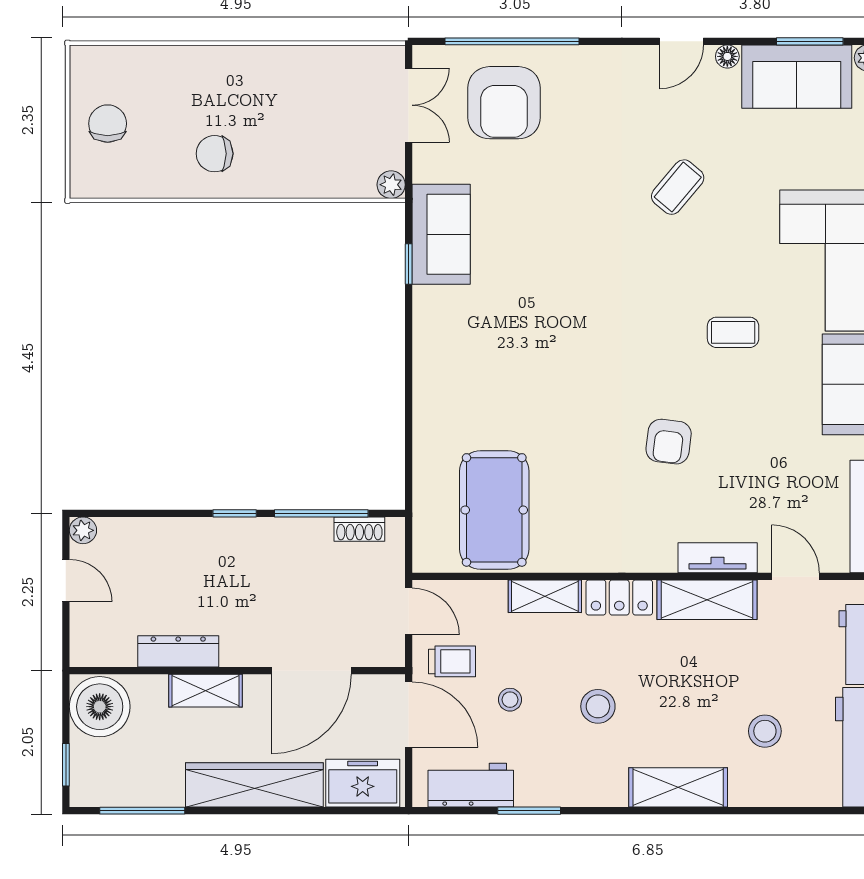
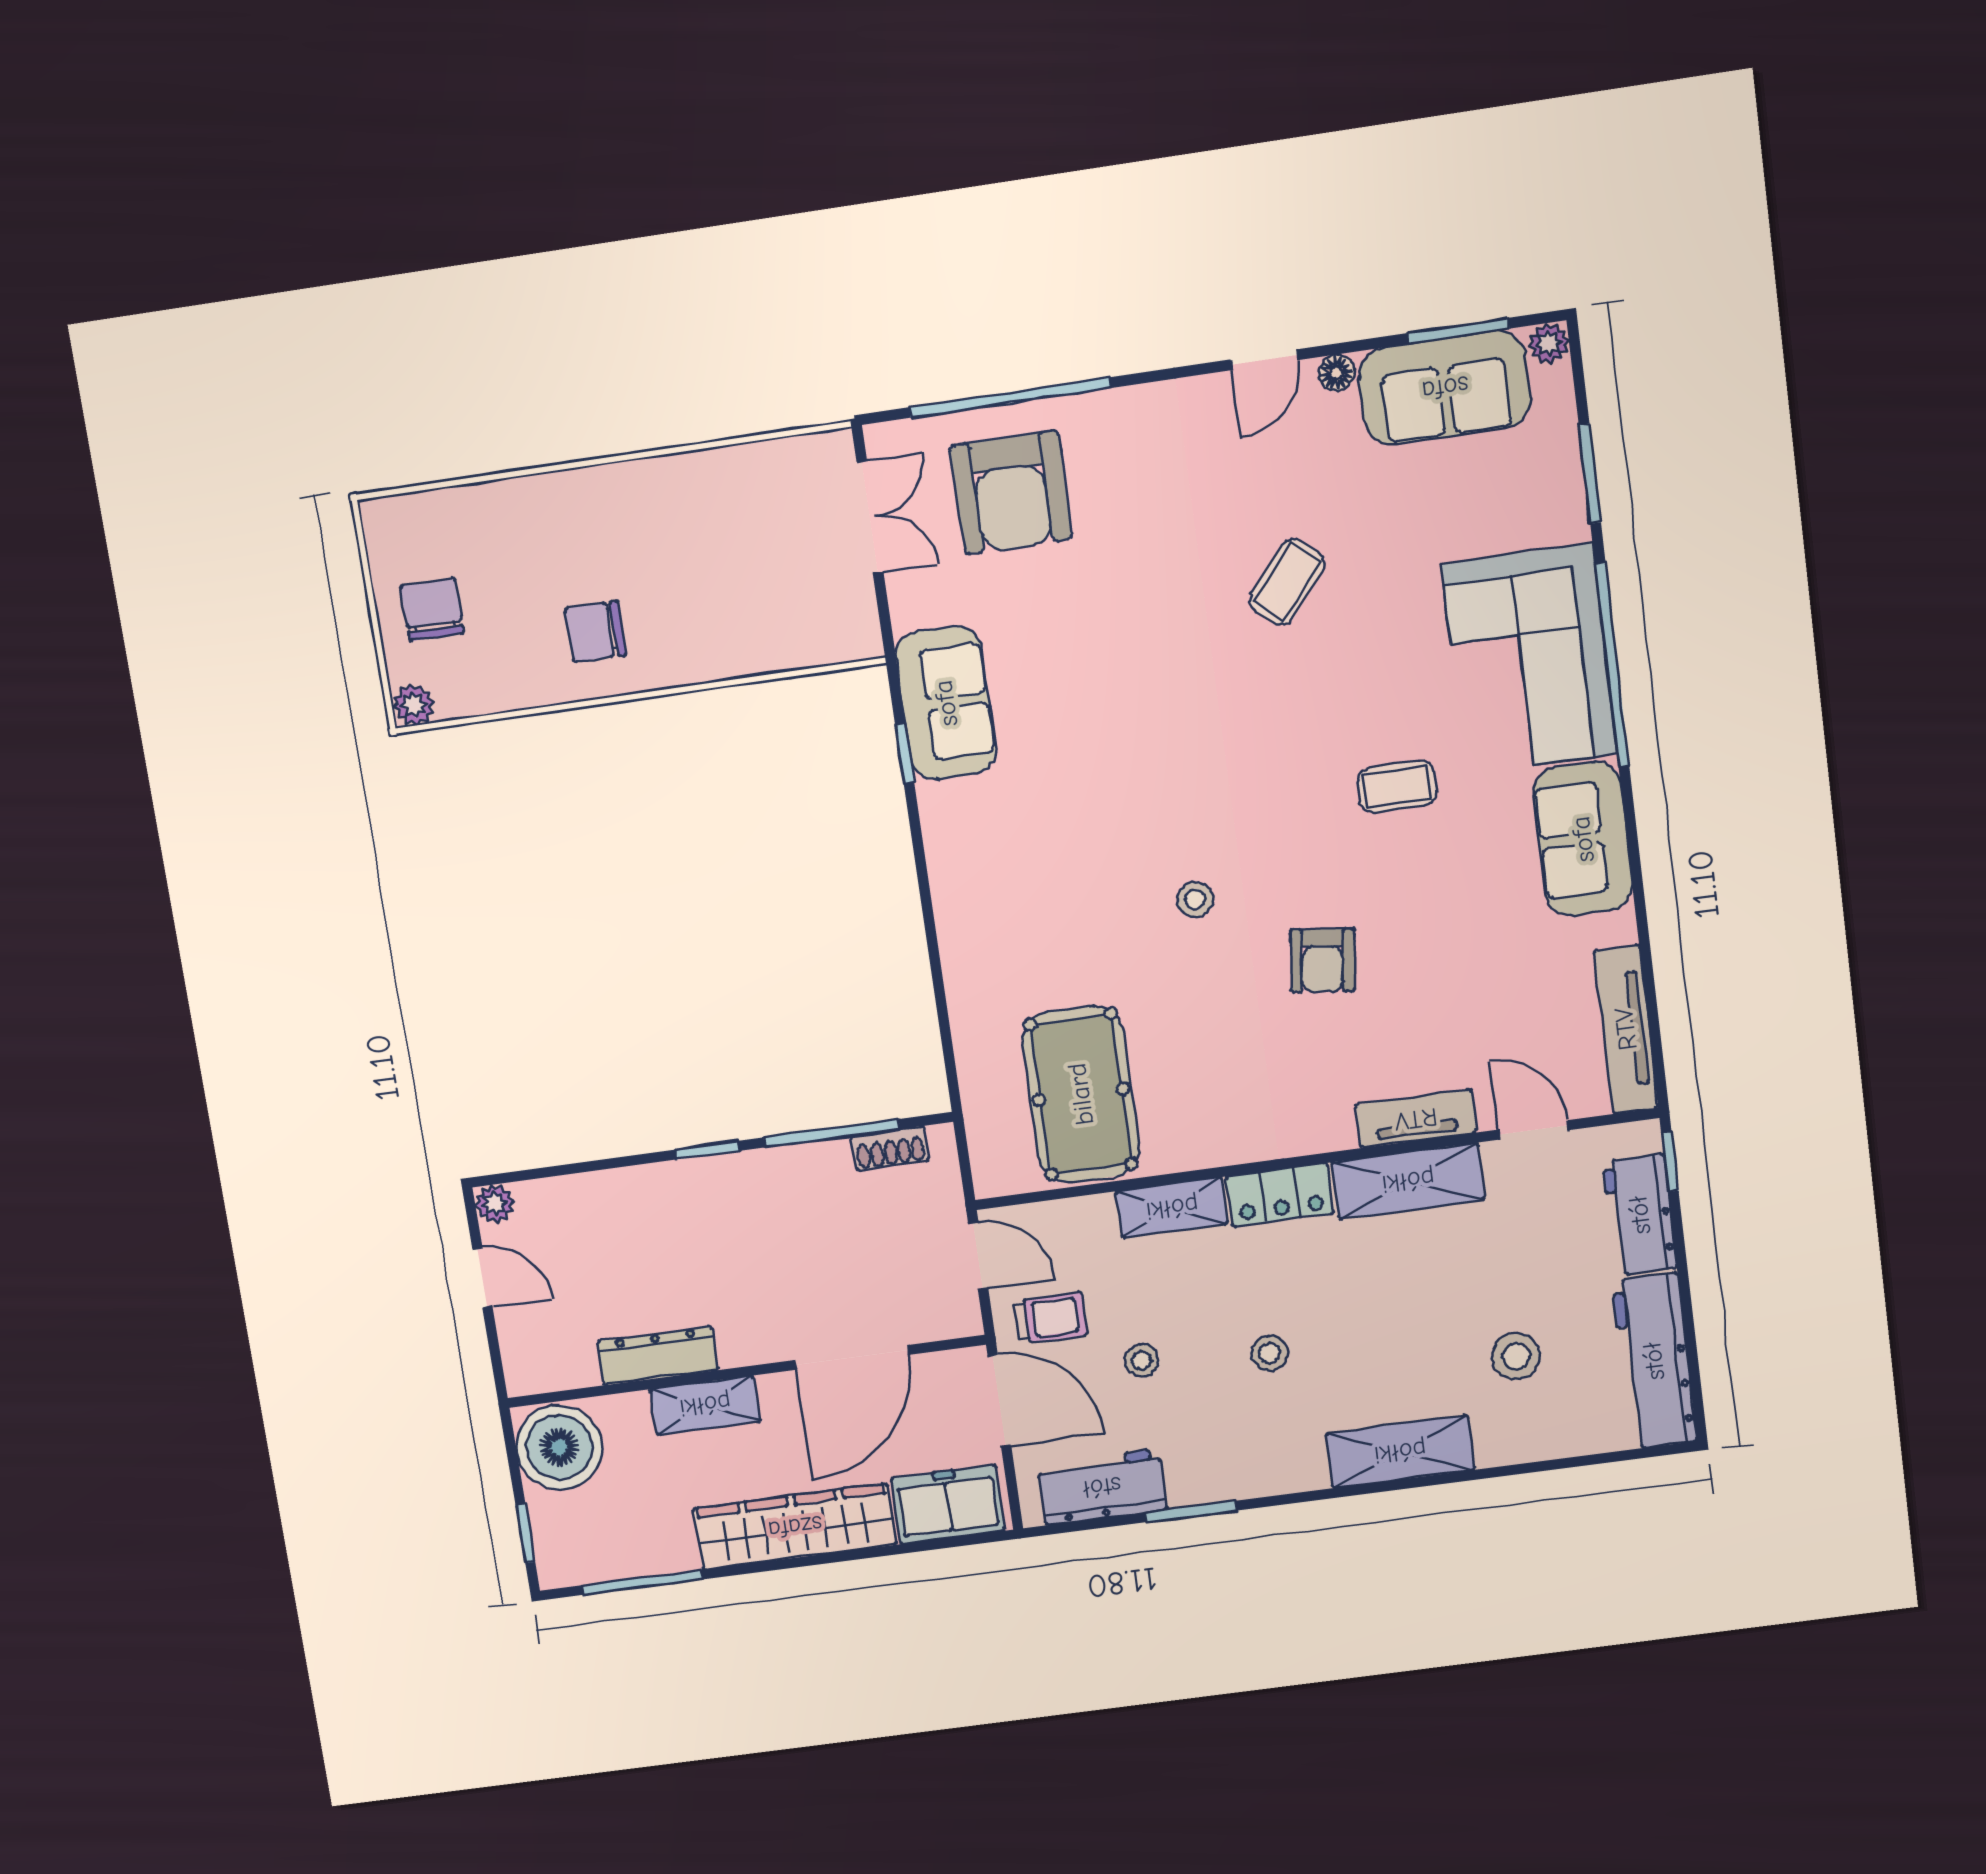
plant: (391, 185) -> (414, 705), moved
stool: (589, 389) -> (1195, 899), added
stool: (598, 706) -> (1270, 1353), width x0.73, depth x0.73

